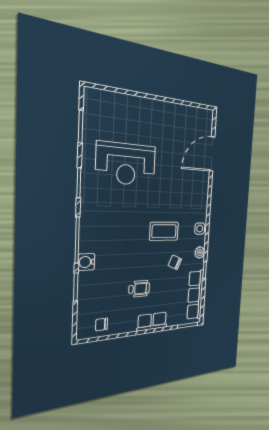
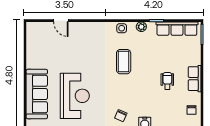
sofa: (131, 110) -> (37, 94), added
door: (212, 154) -> (61, 21), width x0.53
chair: (175, 262) -> (121, 116), moved
row of seats: (152, 321) -> (195, 79), moved

